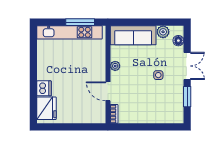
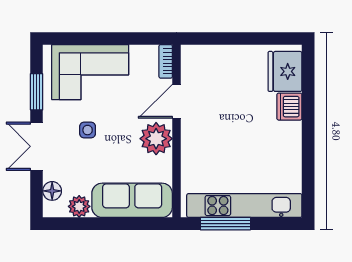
plant: (115, 66) -> (156, 139), width x1.88, depth x1.88
door: (108, 91) -> (176, 101), swing flipped
corner sofa: (157, 108) -> (90, 72), added

